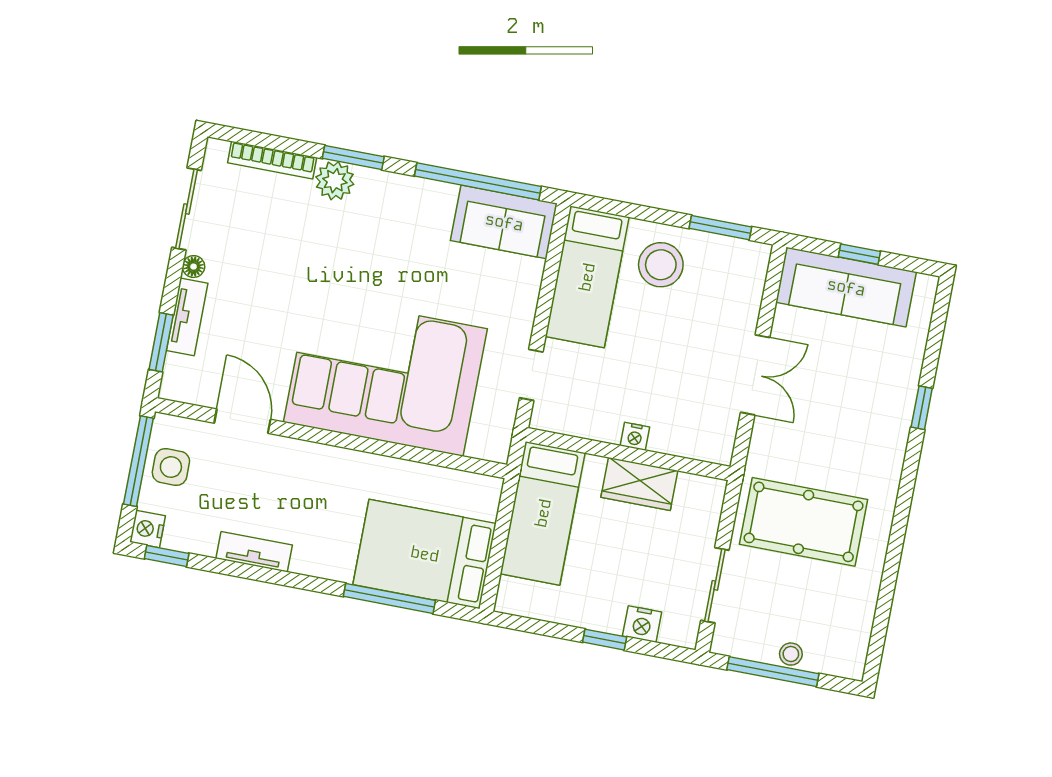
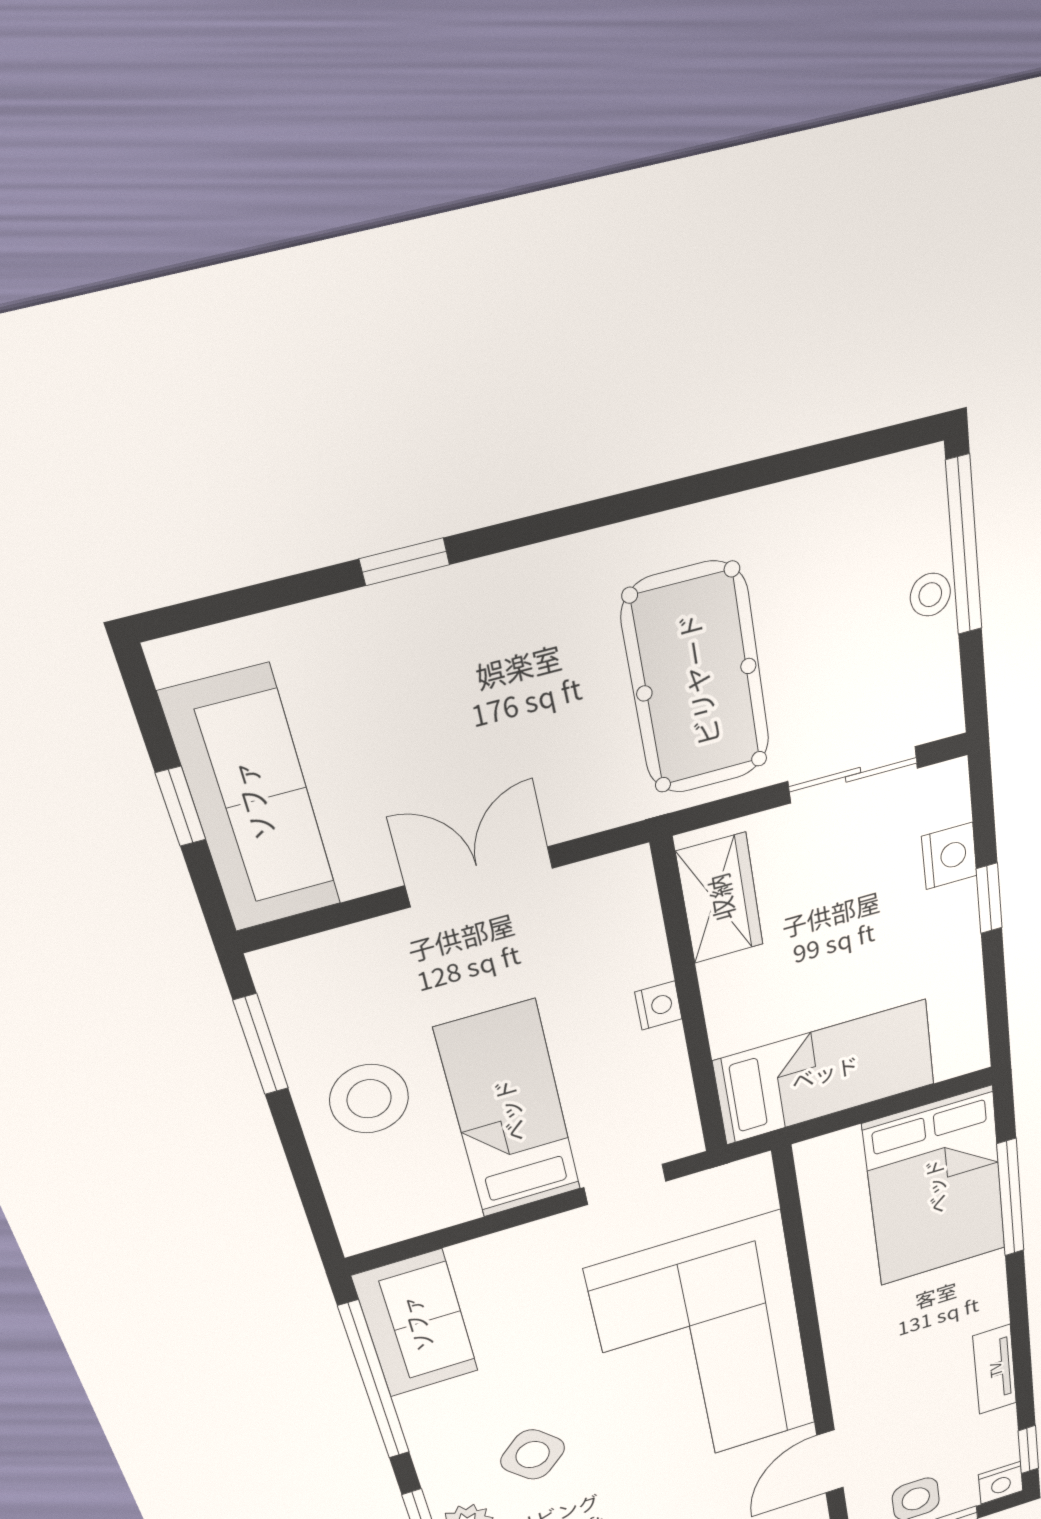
side table: (367, 244) -> (533, 1455), added
bed: (587, 277) -> (509, 1111), moved, turned -90
wardrobe: (639, 484) -> (720, 898), moved
window: (773, 672) -> (964, 546), moved

